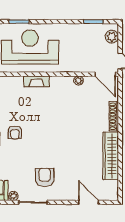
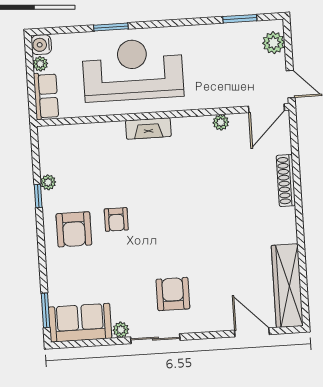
door: (105, 74) -> (266, 108), hinge flipped
wardrobe: (111, 156) -> (287, 286), moved

